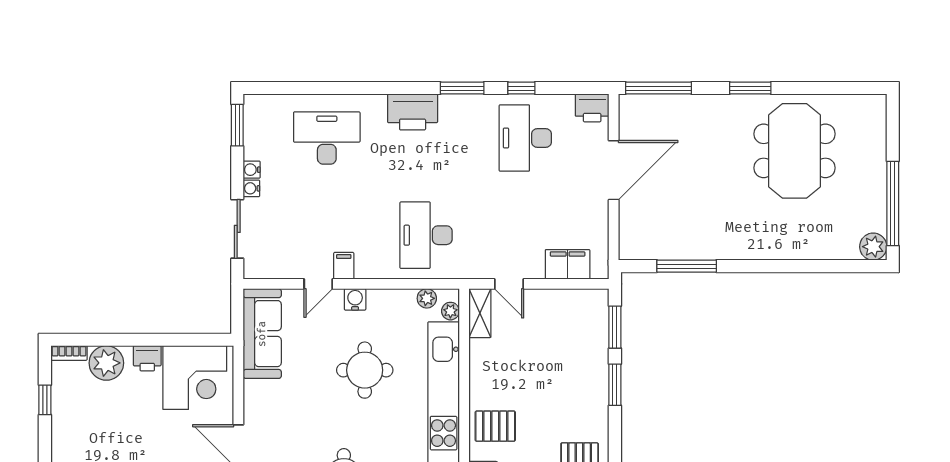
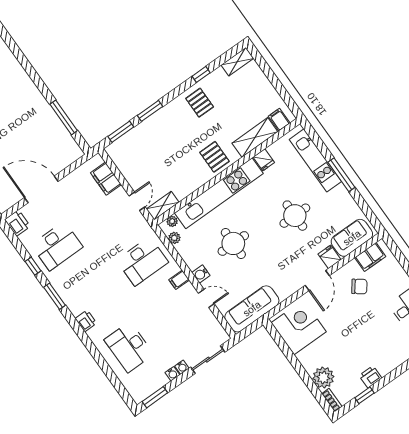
printer: (413, 112) -> (86, 321), width x0.53, depth x0.68
filing cabinet: (344, 266) -> (179, 280), moved
printer: (147, 358) -> (371, 377), moved, turned -90

